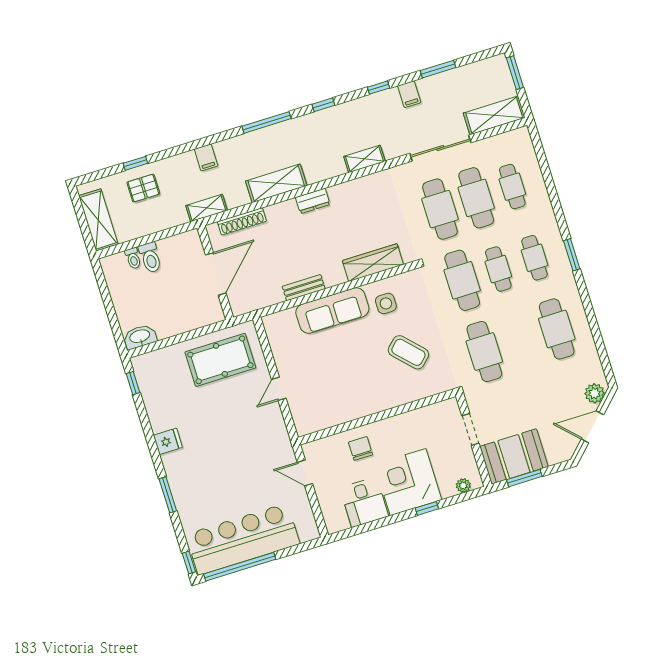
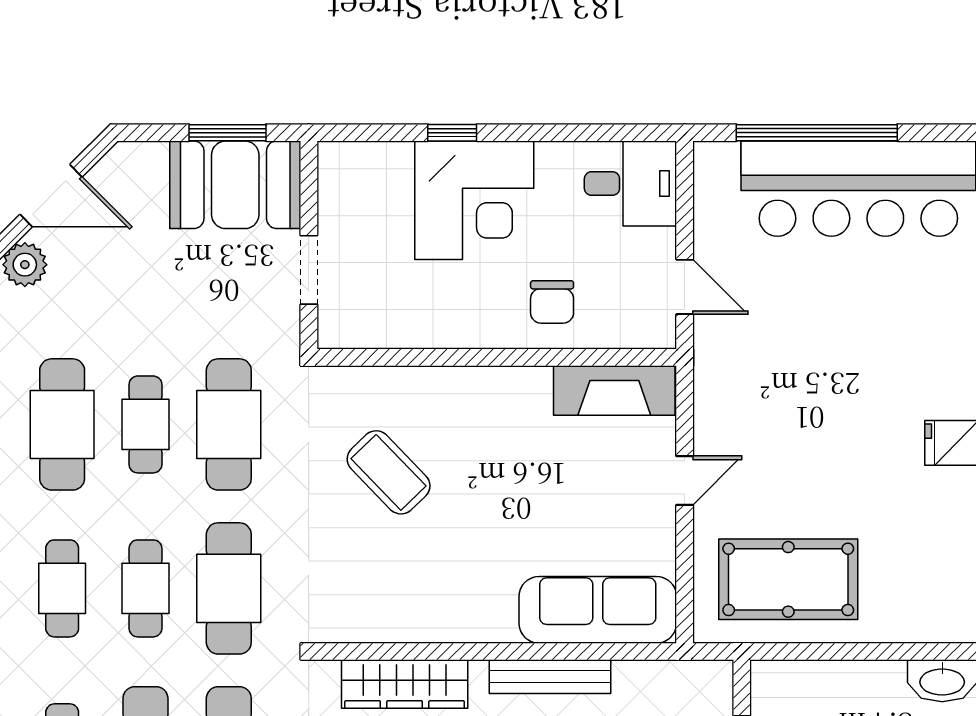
bench: (304, 288) -> (550, 677), width x1.36
side table: (386, 303) -> (404, 590), removed
sofa: (332, 311) -> (598, 610), moved
cafe table: (521, 340) -> (145, 424), added
fireplace: (321, 418) -> (614, 390), added
plant: (463, 485) -> (361, 157), removed
desk: (364, 502) -> (630, 184), moved, turned 90
window: (240, 567) -> (817, 133), moved

